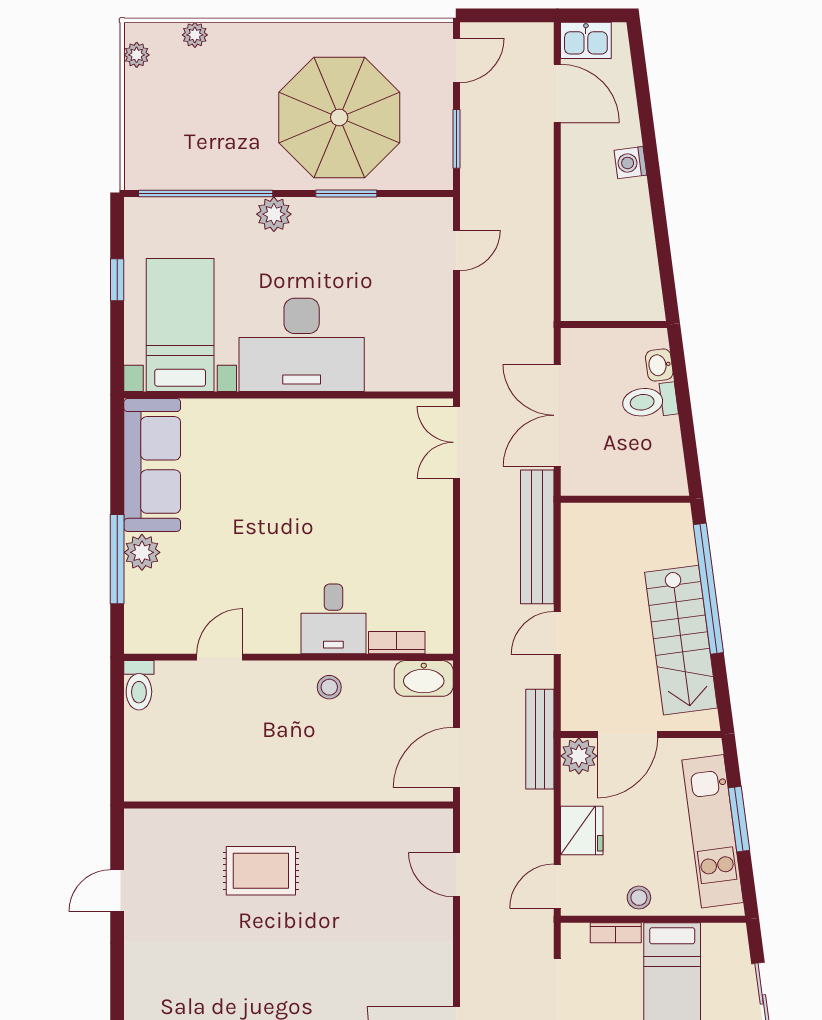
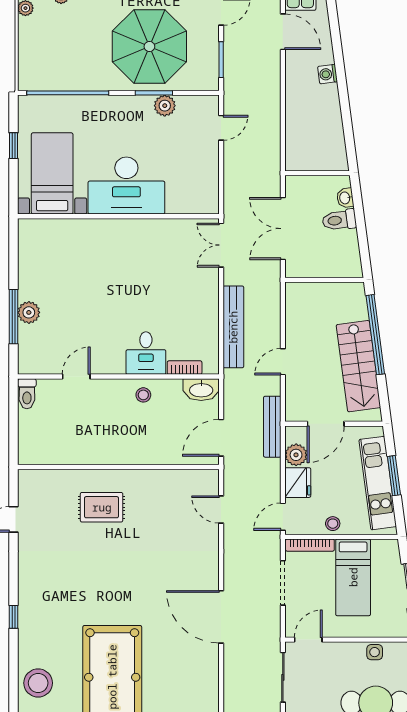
plant: (274, 214) -> (165, 106), moved
sofa: (152, 465) -> (35, 259), removed
bench: (537, 537) -> (233, 327), moved
plant: (579, 756) -> (296, 455), moved
bookcase: (616, 933) -> (310, 545), width x1.56

